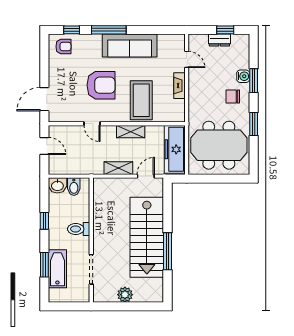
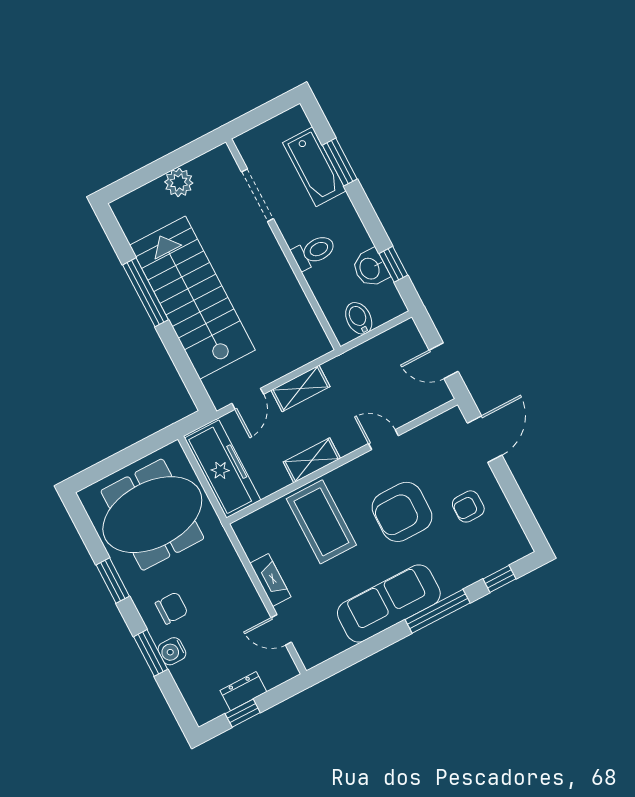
armchair: (63, 47) -> (468, 506), moved
washbasin: (57, 185) -> (370, 268), moved, turned -90
window: (44, 221) -> (393, 264), moved

